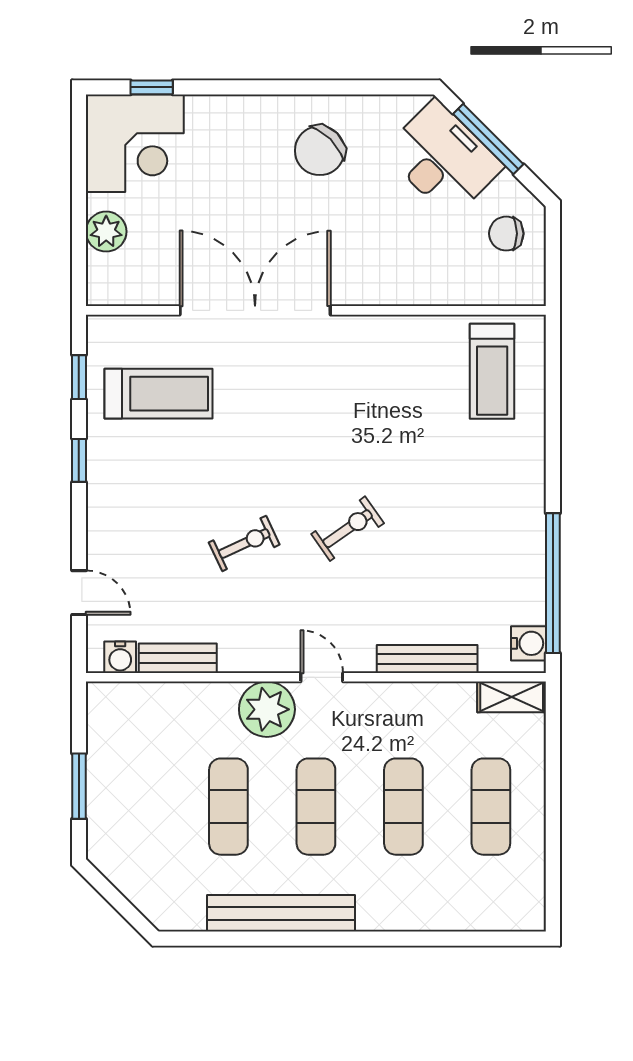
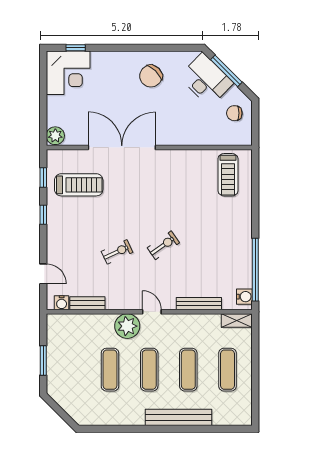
plant: (106, 232) -> (55, 136), moved
bench: (281, 913) -> (179, 417), moved

